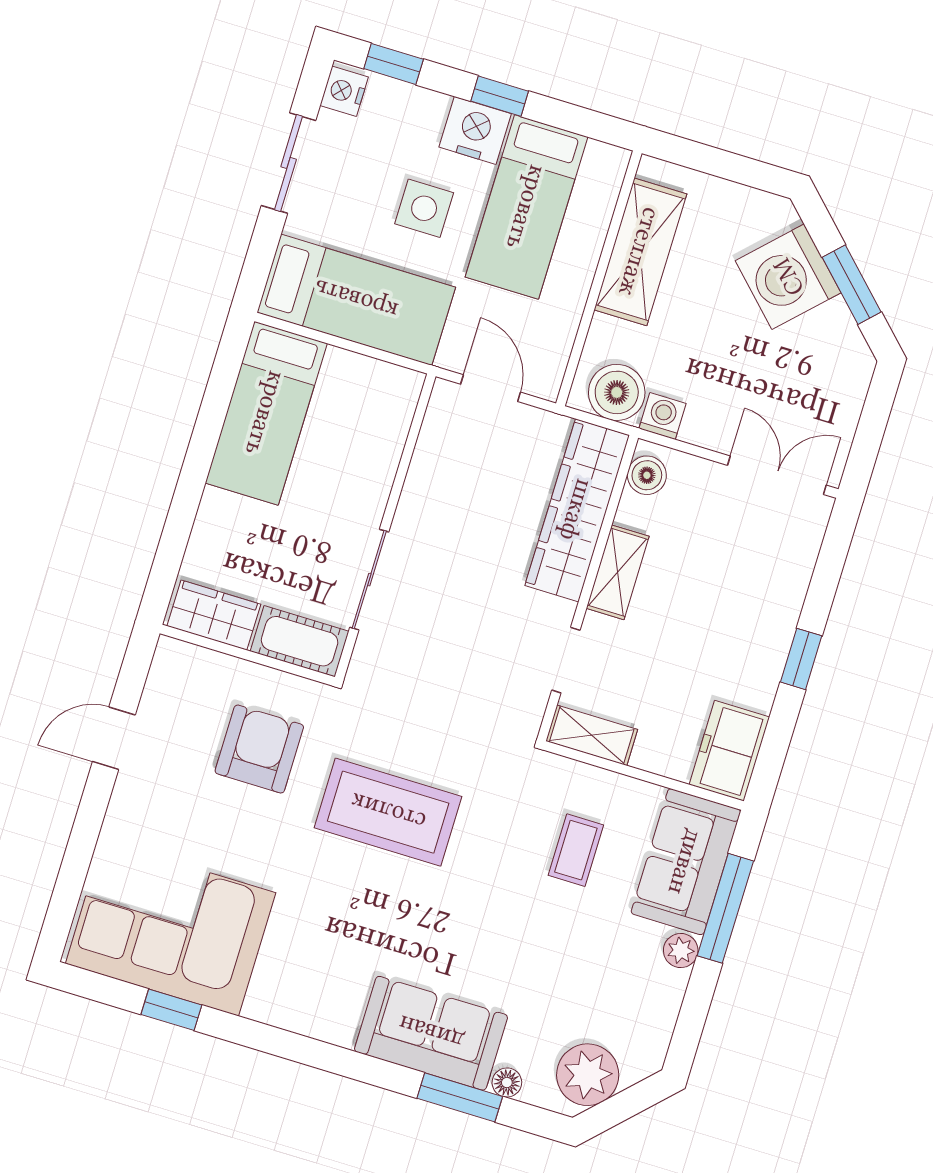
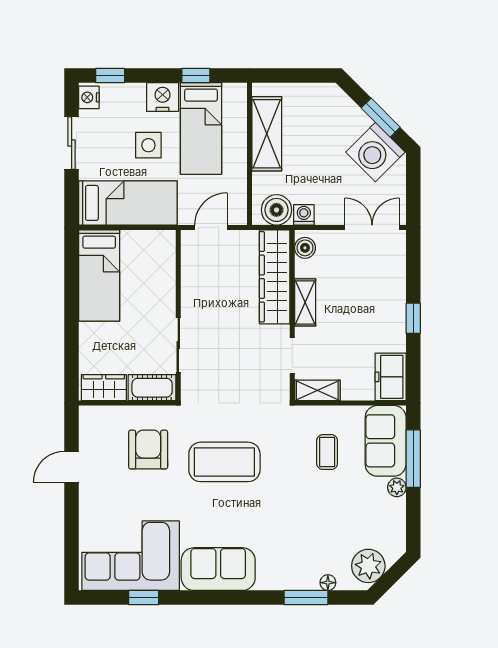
window: (500, 96) -> (196, 76), moved
washing machine: (788, 277) -> (375, 152), moved
door: (491, 388) -> (211, 227), hinge flipped
sofa: (431, 1033) -> (218, 569), moved

